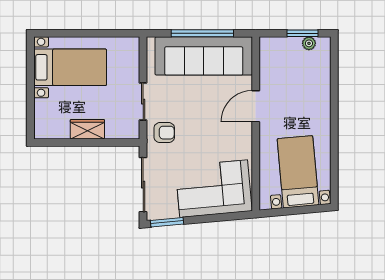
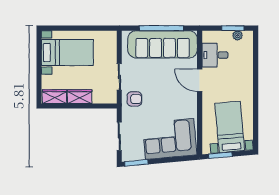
desk: (277, 71) -> (215, 55), added
door: (256, 106) -> (200, 80), hinge flipped
wardrobe: (52, 129) -> (54, 97), added
sliding door: (143, 185) -> (119, 136), width x0.73
window: (285, 212) -> (220, 155), added

